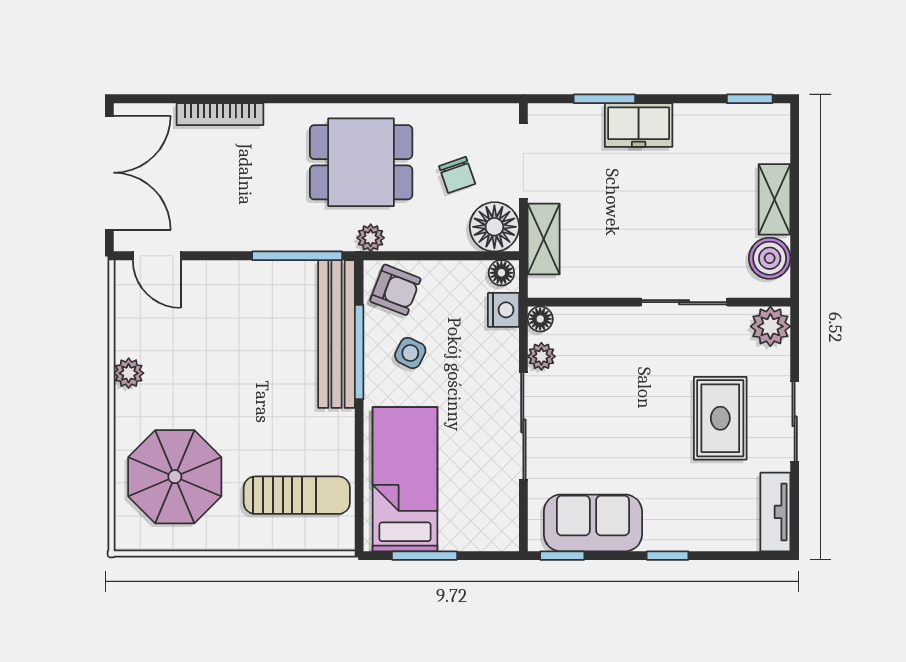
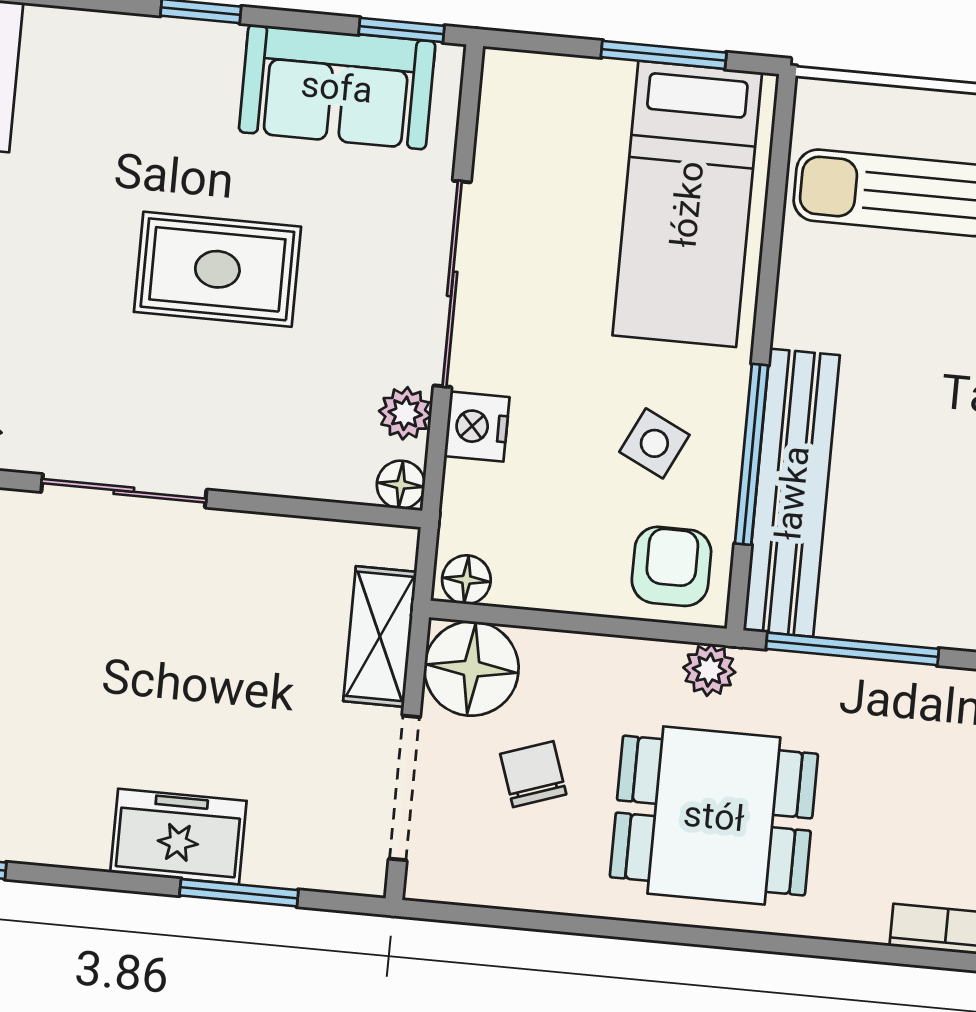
armchair: (395, 290) -> (671, 566), turned 69
nightstand: (504, 310) -> (477, 427), moved
rug: (720, 418) -> (217, 269), moved, turned 90

